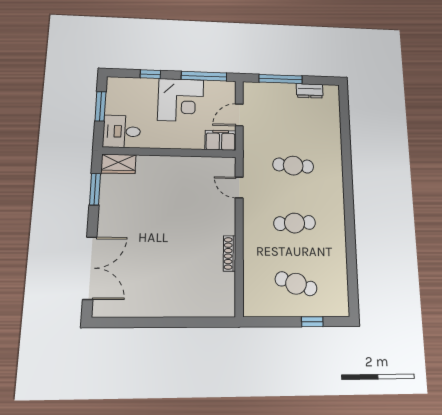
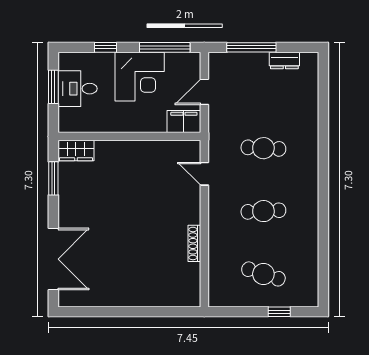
desk: (122, 131) -> (78, 89), moved

